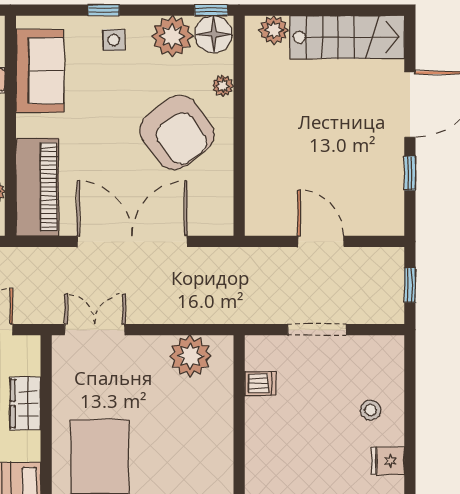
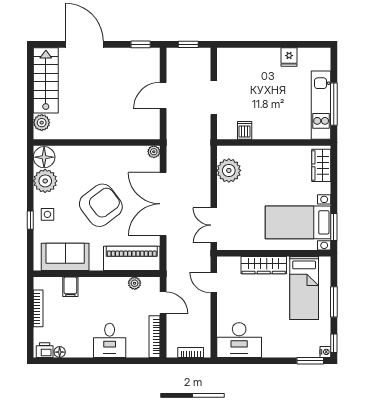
window: (211, 10) -> (30, 158), removed
plant: (223, 86) -> (154, 152), moved
armchair: (177, 132) -> (101, 205), moved
window: (410, 173) -> (141, 44), moved
wardrobe: (25, 404) -> (264, 265), width x1.50
stool: (371, 410) -> (260, 67), removed

